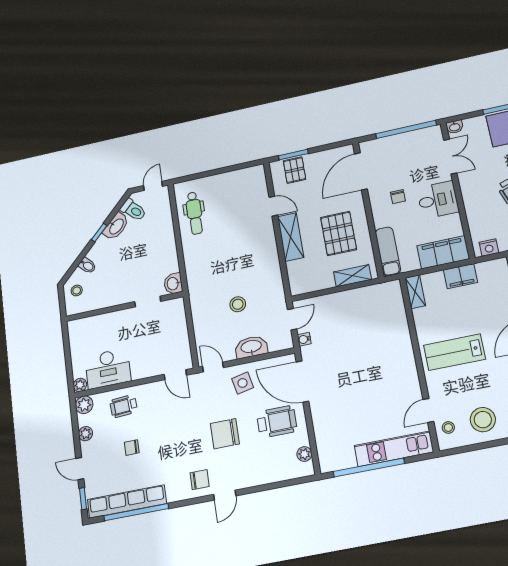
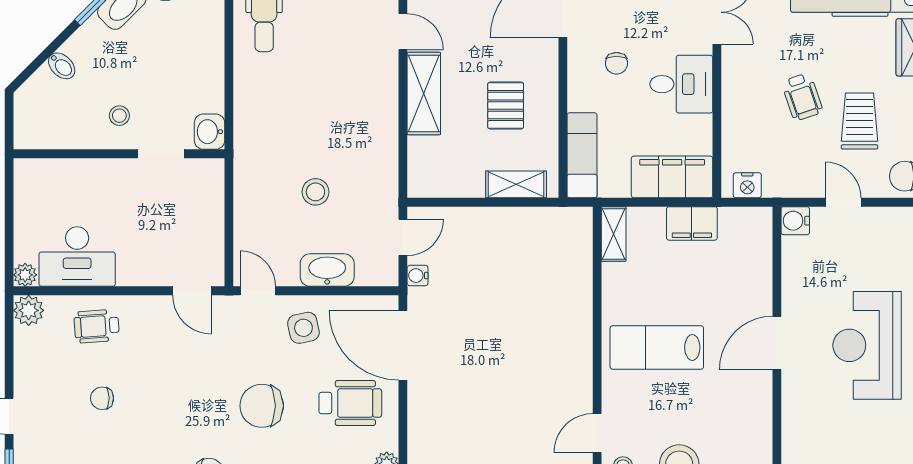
pallet: (339, 233) -> (506, 106), width x0.67, depth x0.71
stool: (77, 290) -> (119, 116), moved
plant: (85, 434) -> (26, 360), removed

